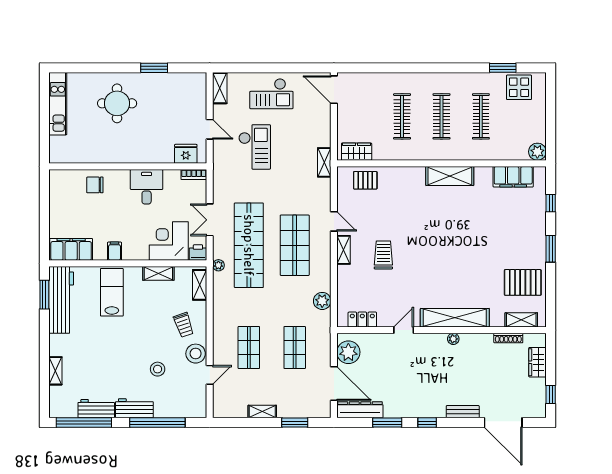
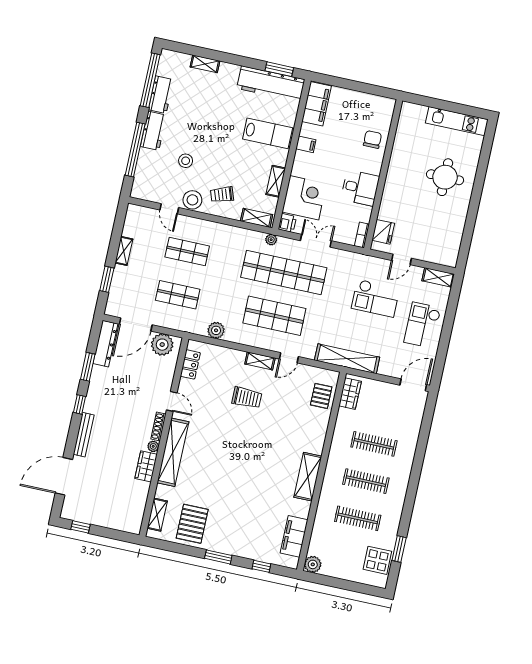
window: (154, 68) -> (471, 220), removed
shelving: (324, 162) -> (347, 359), width x2.20, depth x1.33
shoe rack: (508, 338) -> (158, 426), moved
wardrobe: (537, 362) -> (146, 466), moved, turned -90
bench: (463, 412) -> (84, 435), width x1.36

